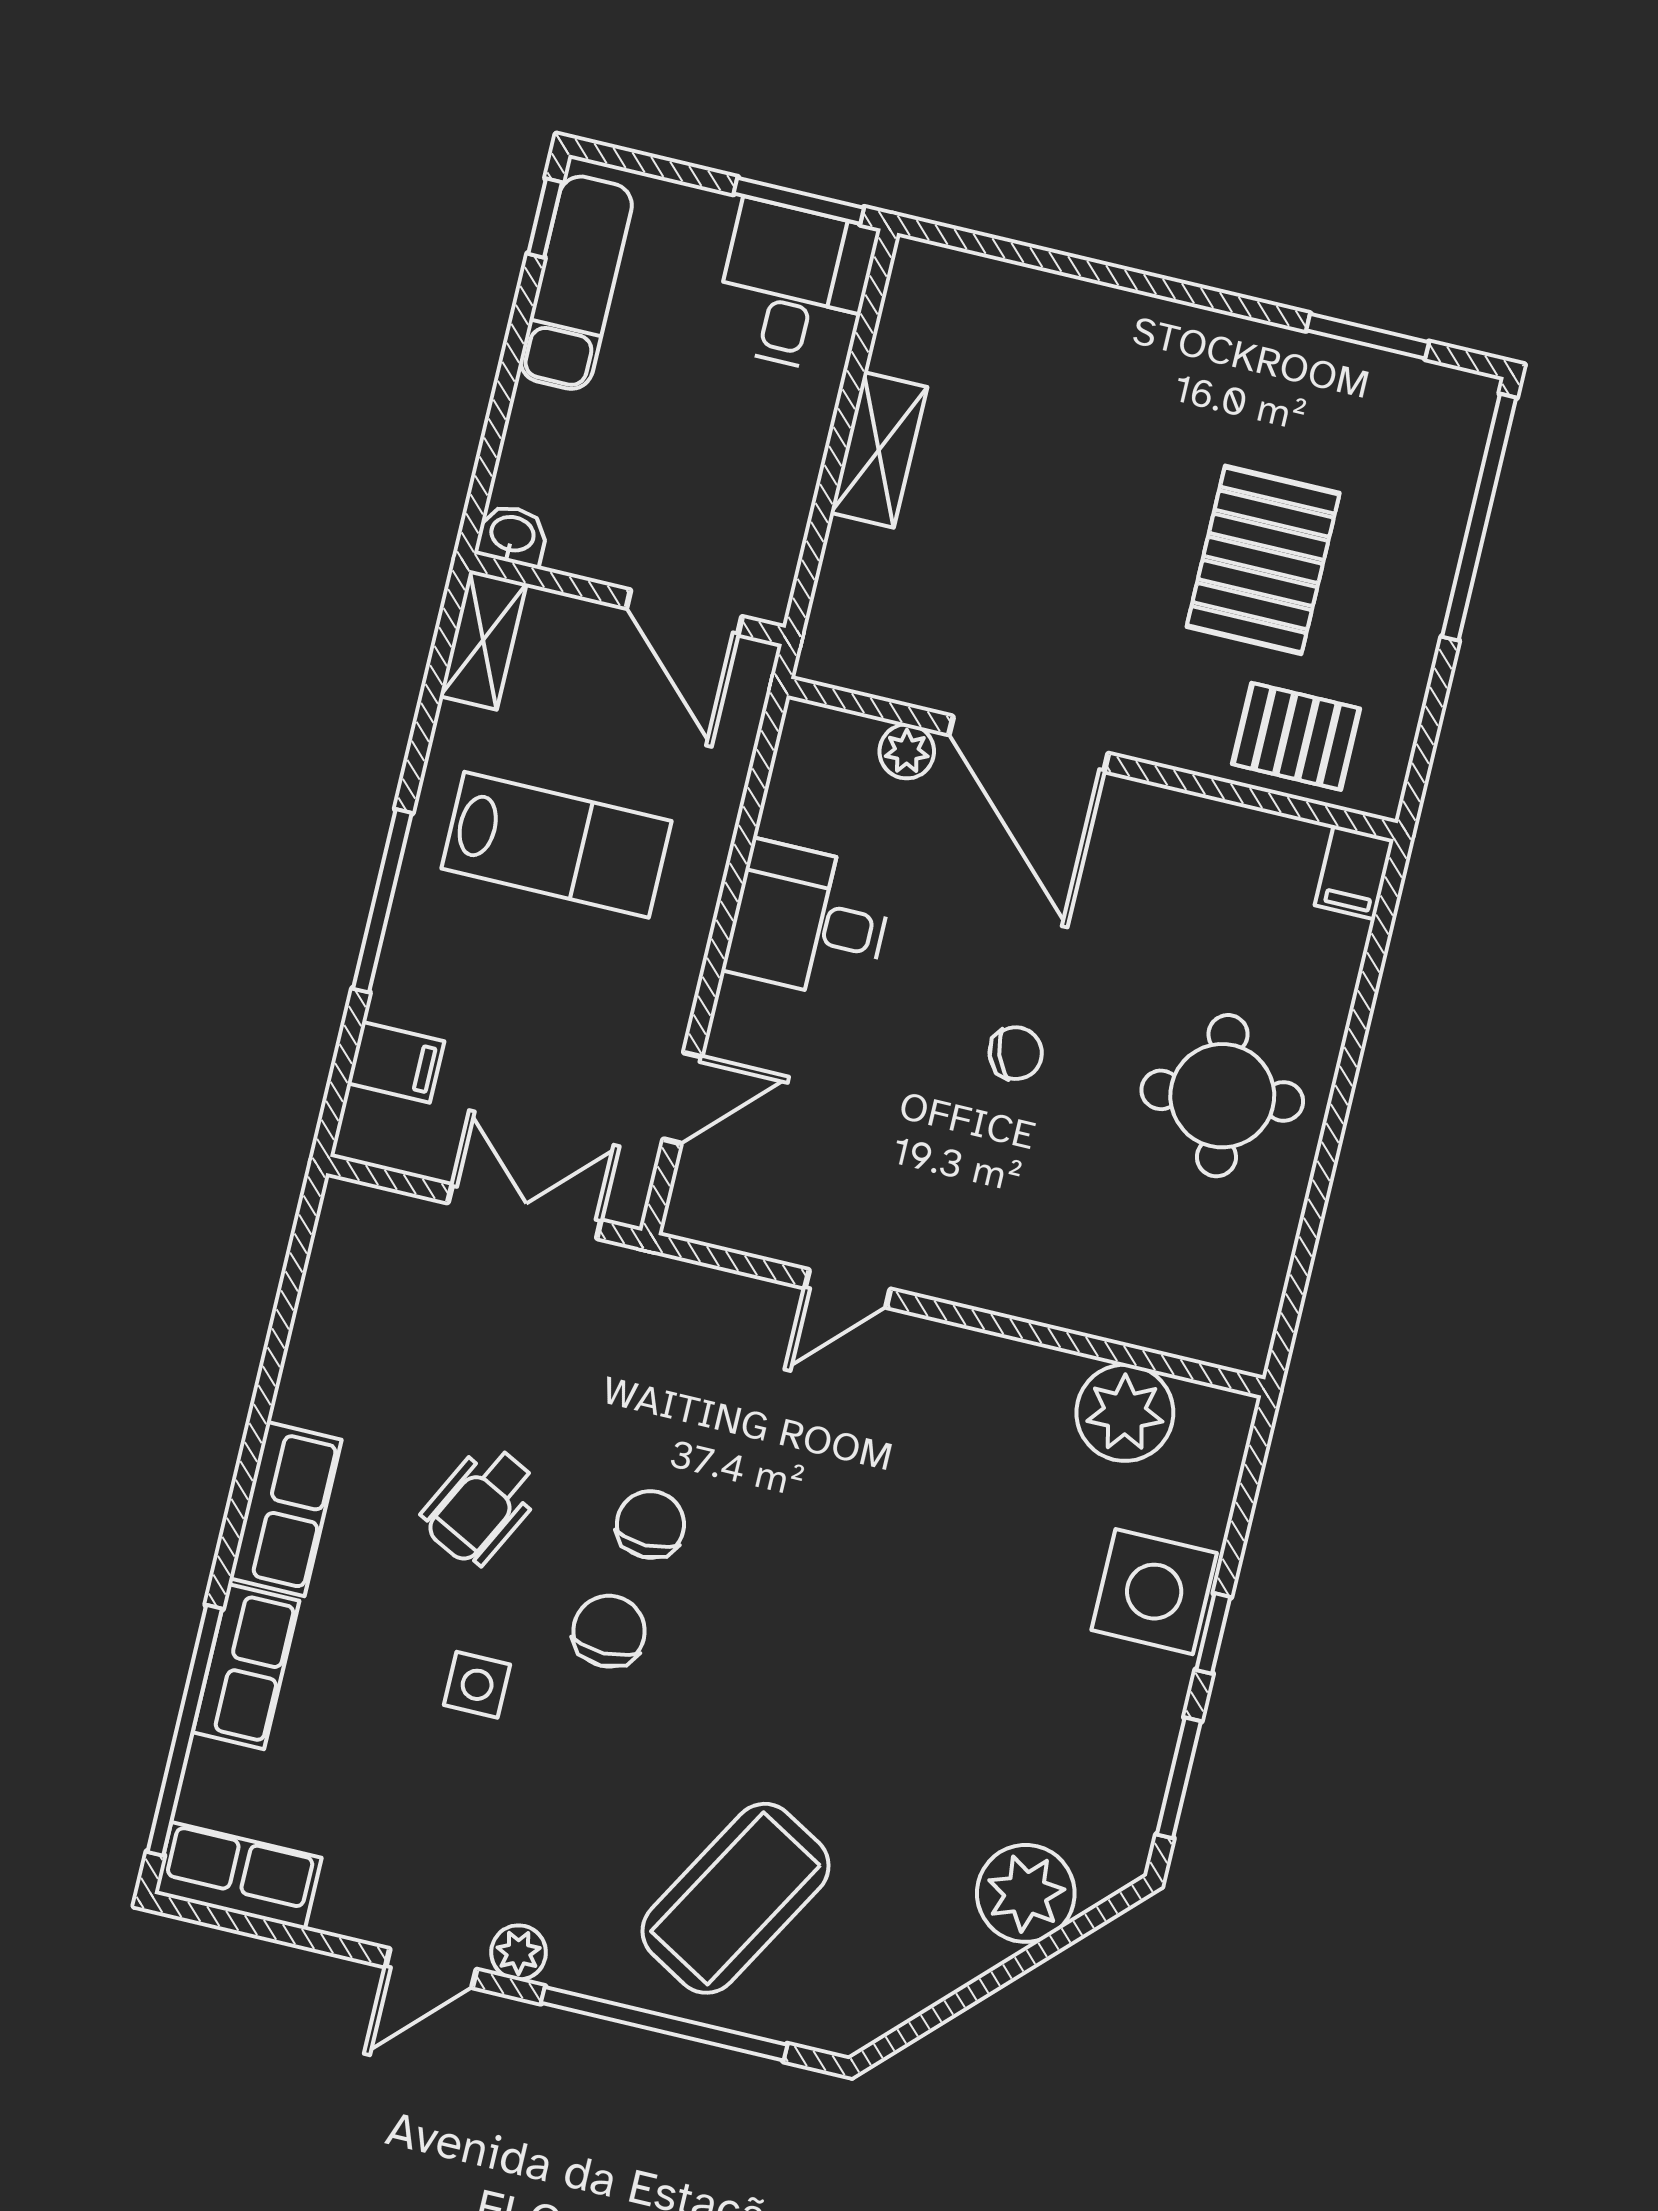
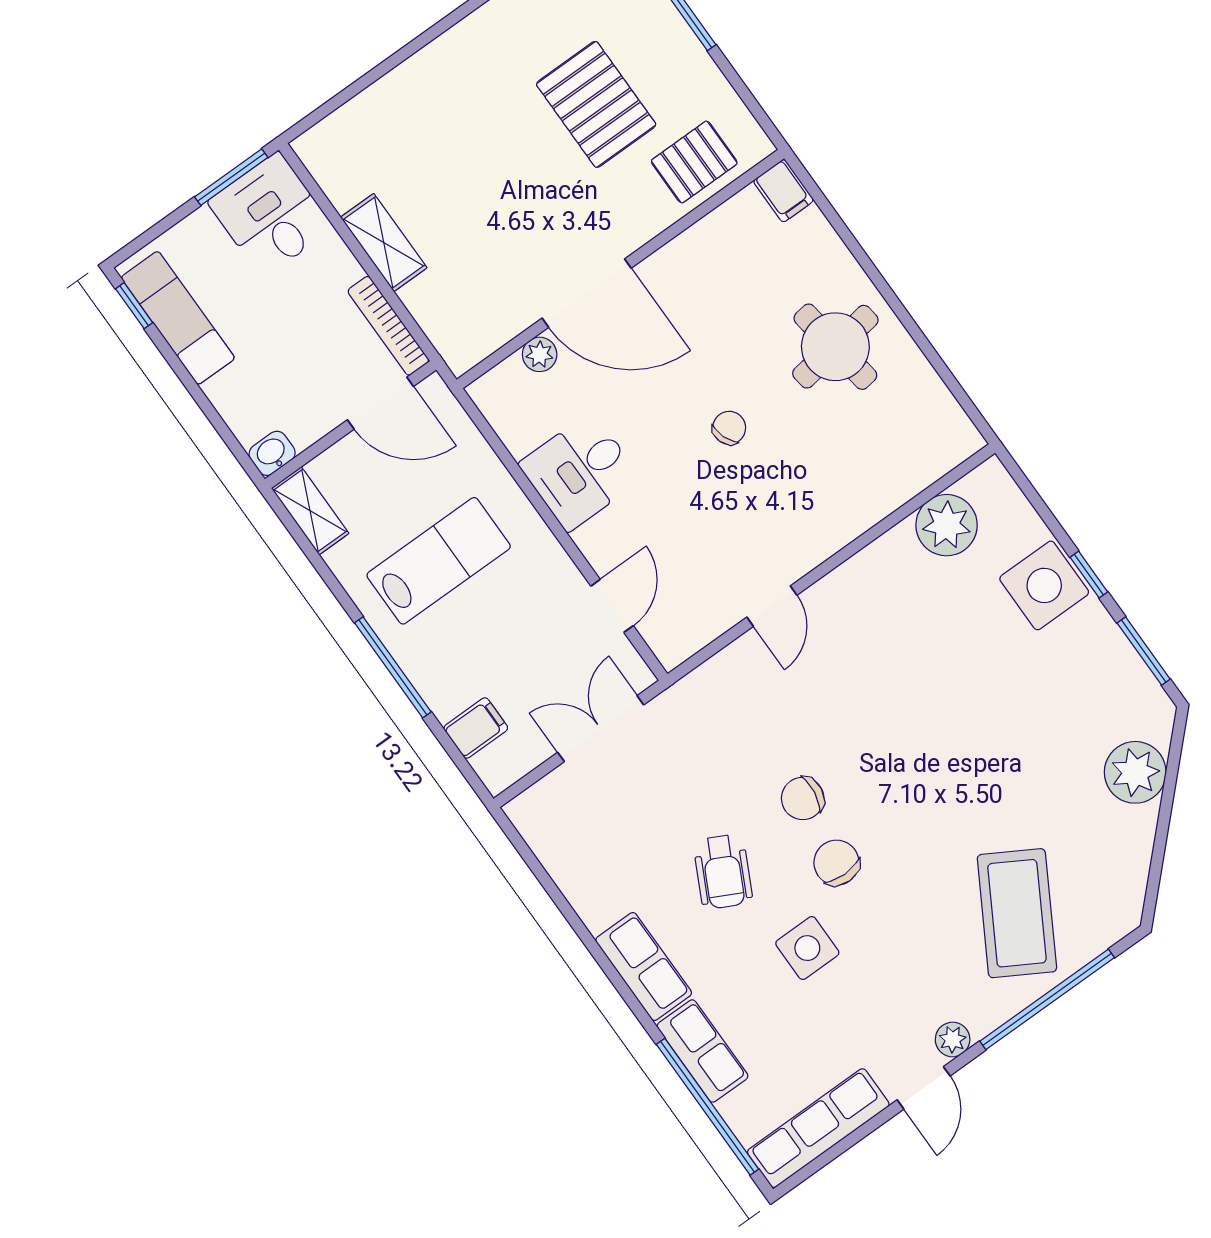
bookcase: (784, 542) -> (388, 326), added
chair: (650, 1524) -> (803, 798), turned -82
side table: (477, 1685) -> (807, 948), width x1.37, depth x1.37
row of seats: (238, 1876) -> (818, 1128), width x1.48

